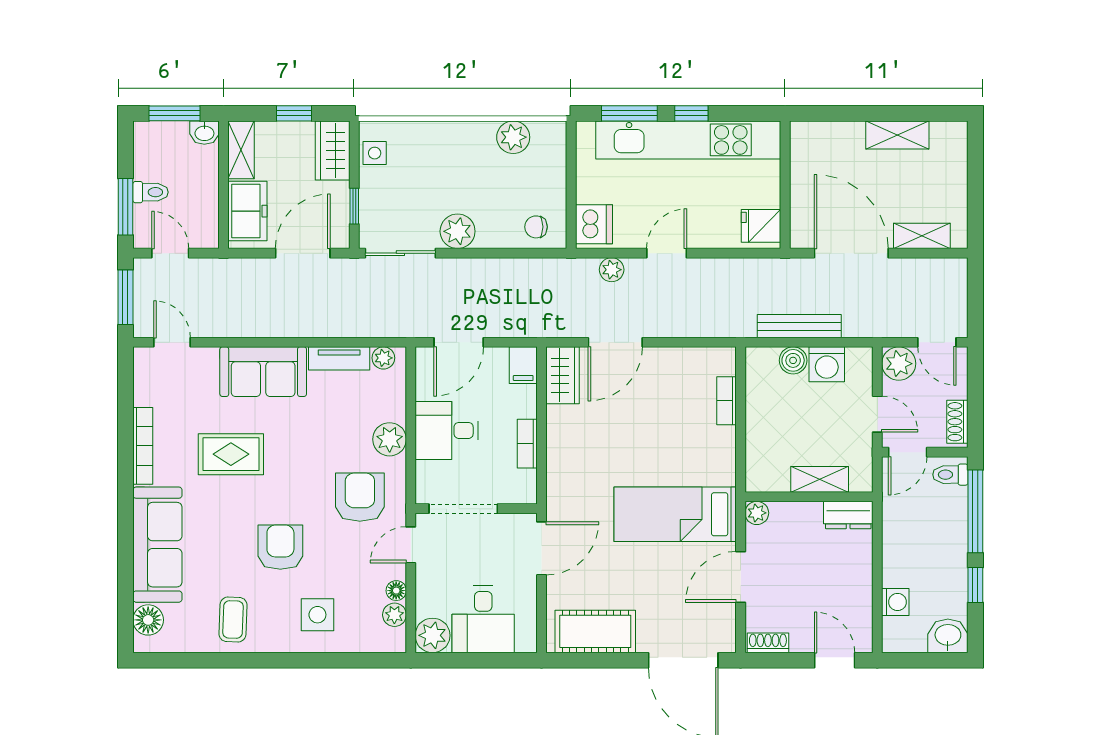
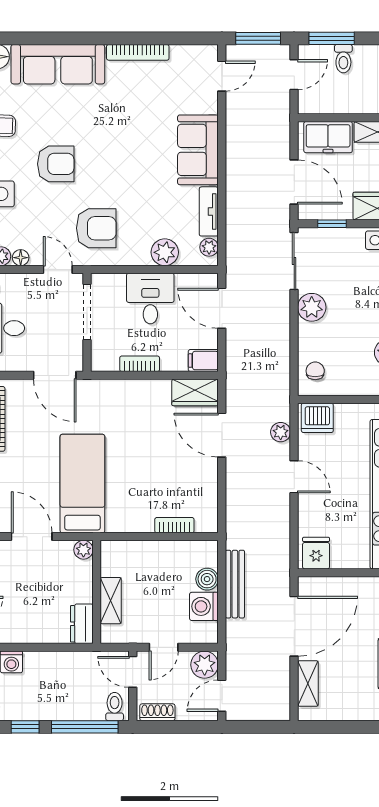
plant: (390, 439) -> (165, 252), moved
rug: (231, 454) -> (131, 124), removed

